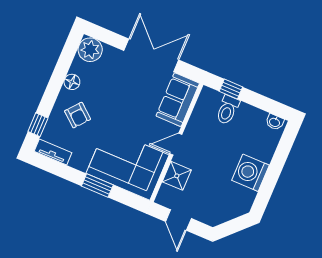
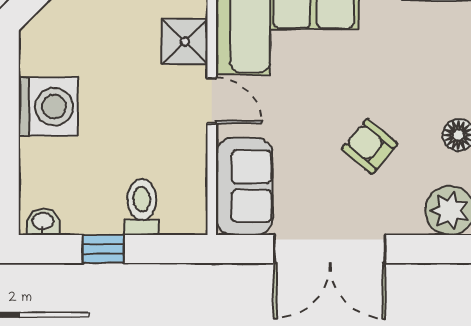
window: (231, 89) -> (103, 249), moved
armchair: (78, 115) -> (369, 146), moved
door: (176, 144) -> (212, 101), hinge flipped

